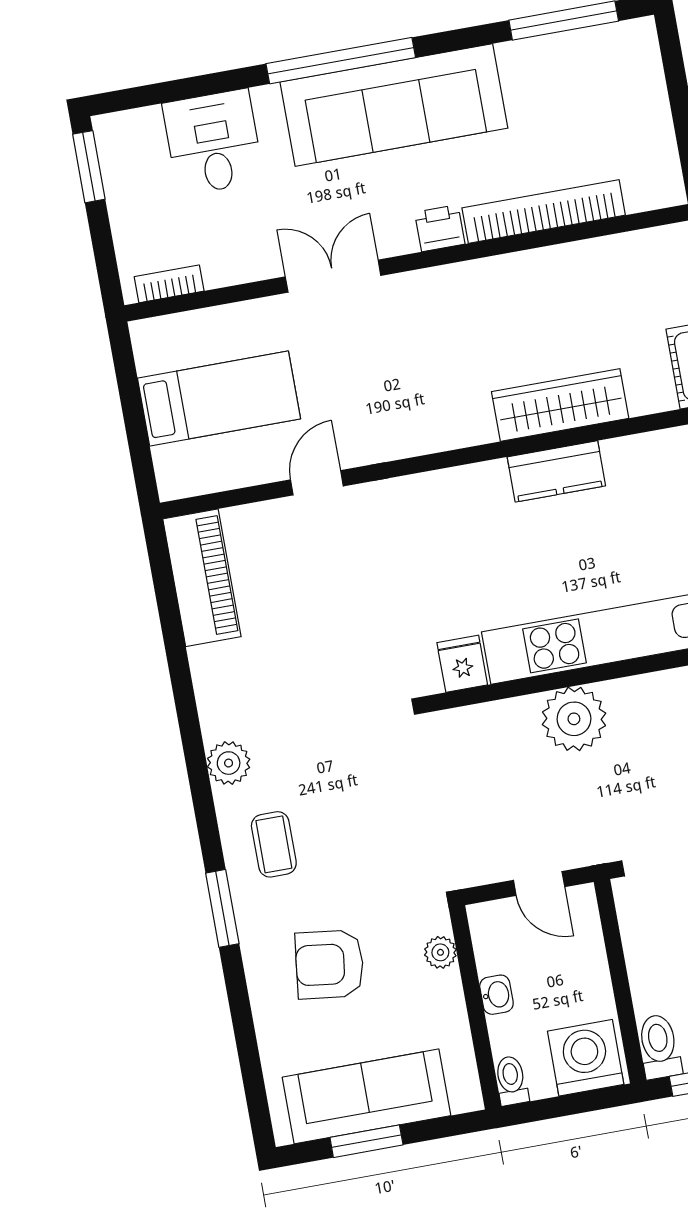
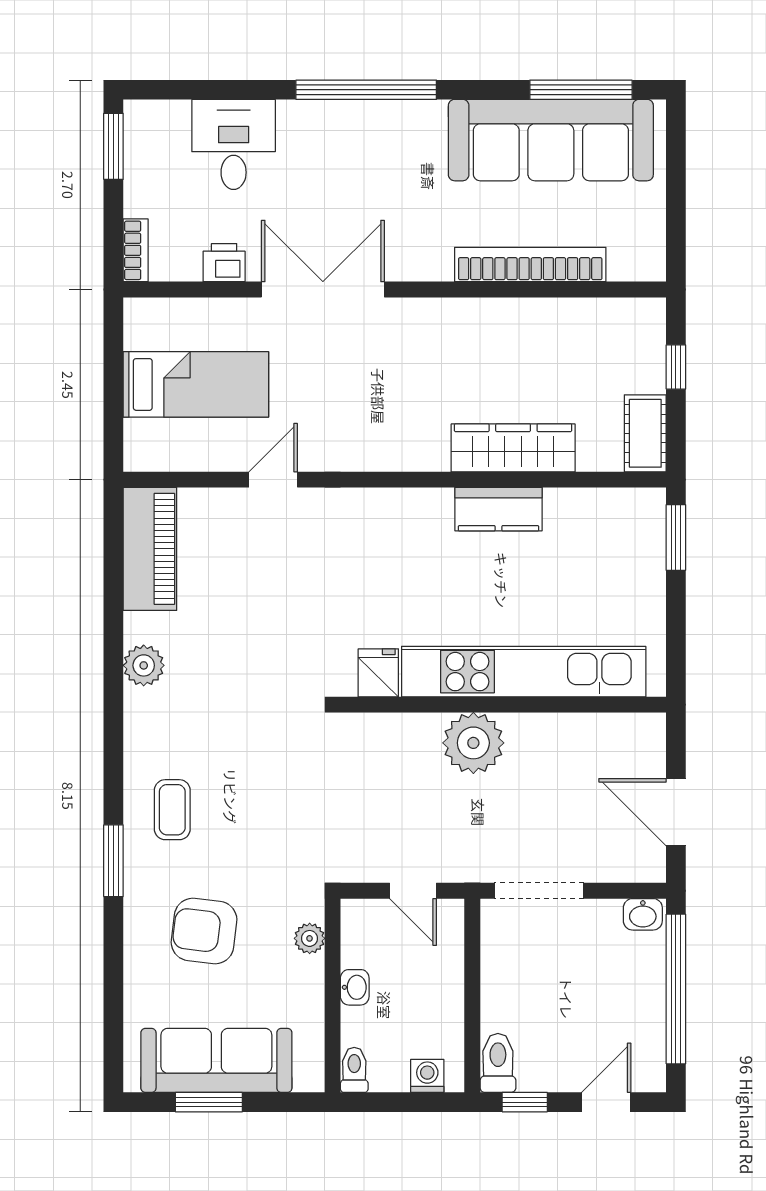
sofa: (394, 105) -> (551, 140), moved
printer: (440, 228) -> (224, 263), moved
double door: (333, 276) -> (323, 289), width x1.37
bookcase: (169, 284) -> (136, 250), moved, turned 90
plant: (229, 763) -> (144, 665), moved
washing machine: (586, 1058) -> (427, 1076), width x0.53, depth x0.53

